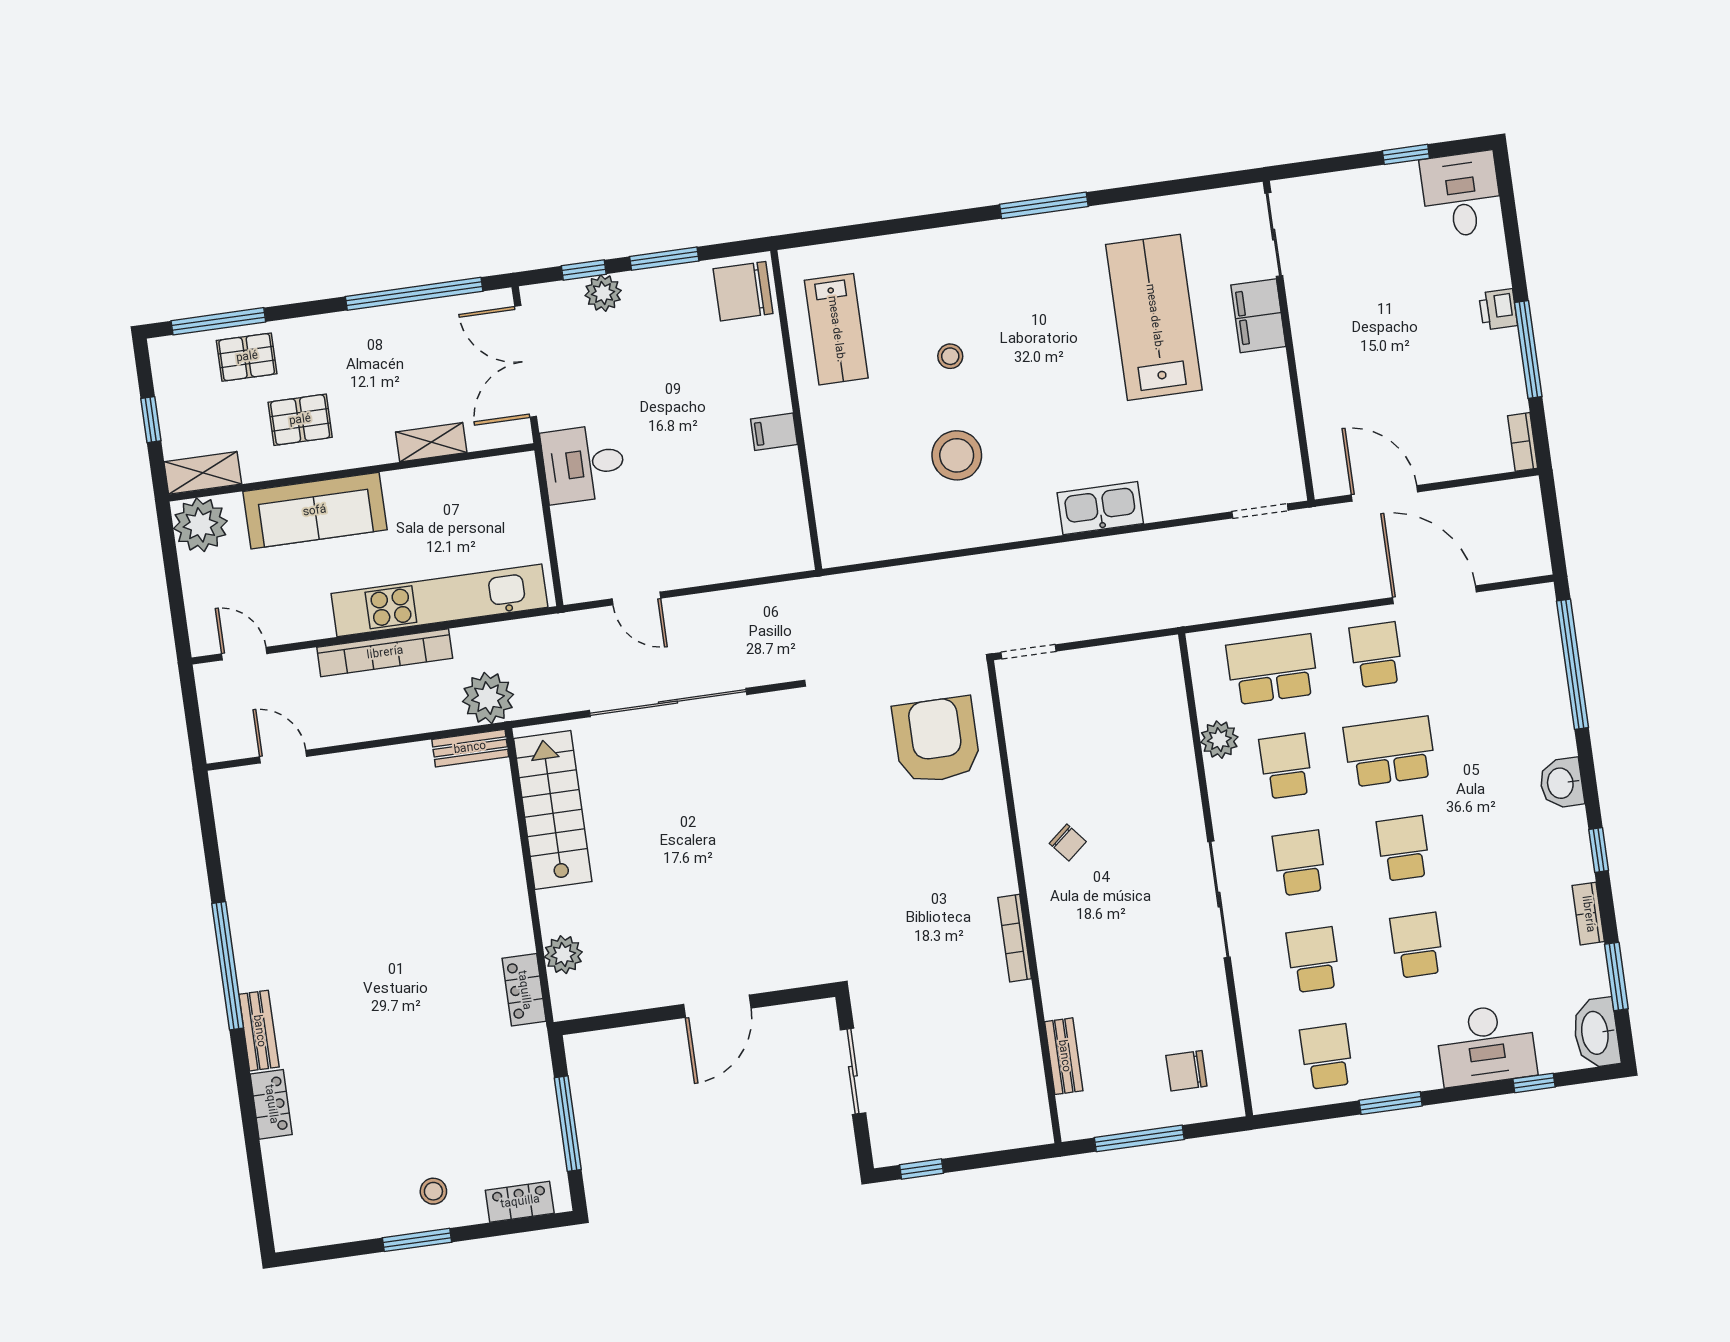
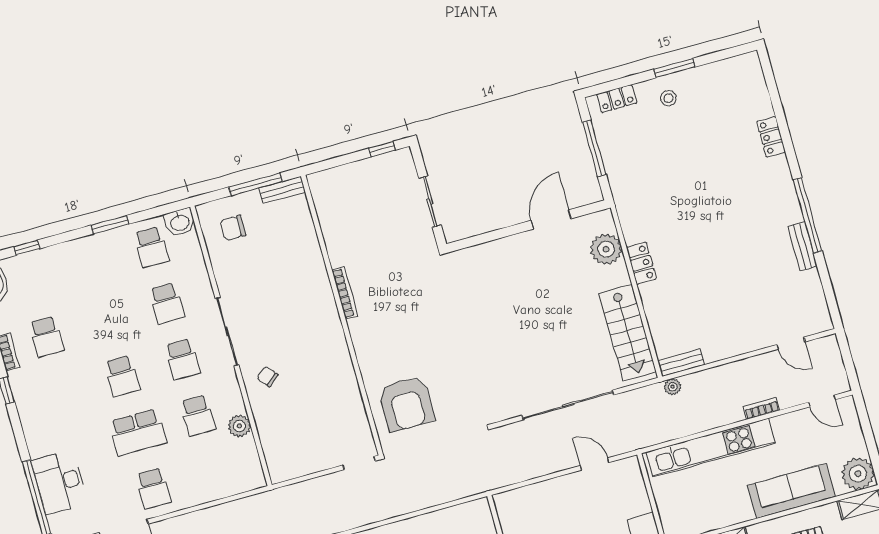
bookcase: (385, 653) -> (761, 408), width x0.43, depth x0.76
school desk: (1272, 669) -> (214, 472), removed
plant: (488, 698) -> (673, 387), width x0.53, depth x0.53
washbasin: (1562, 783) -> (180, 222), moved, turned 90
chair: (1068, 843) -> (268, 377), moved
school desk: (1417, 945) -> (46, 337), moved
plant: (563, 955) -> (606, 249), width x1.36, depth x1.36
locker: (524, 990) -> (641, 263), moved
door: (717, 1006) -> (551, 220), moved
bench: (259, 1031) -> (803, 246), moved
desk: (1486, 1045) -> (60, 482), moved, turned -90
bench: (1064, 1056) -> (282, 190), moved, turned 90
chair: (1186, 1071) -> (233, 228), turned 180

